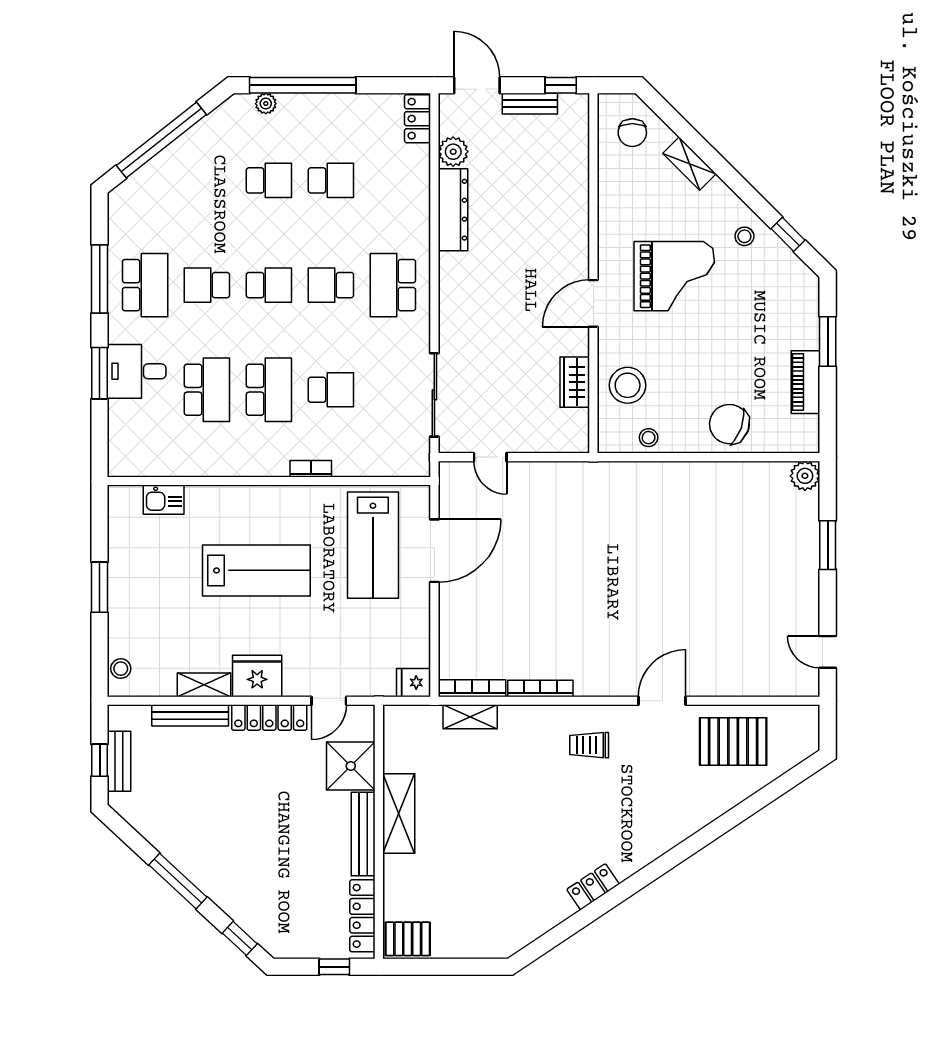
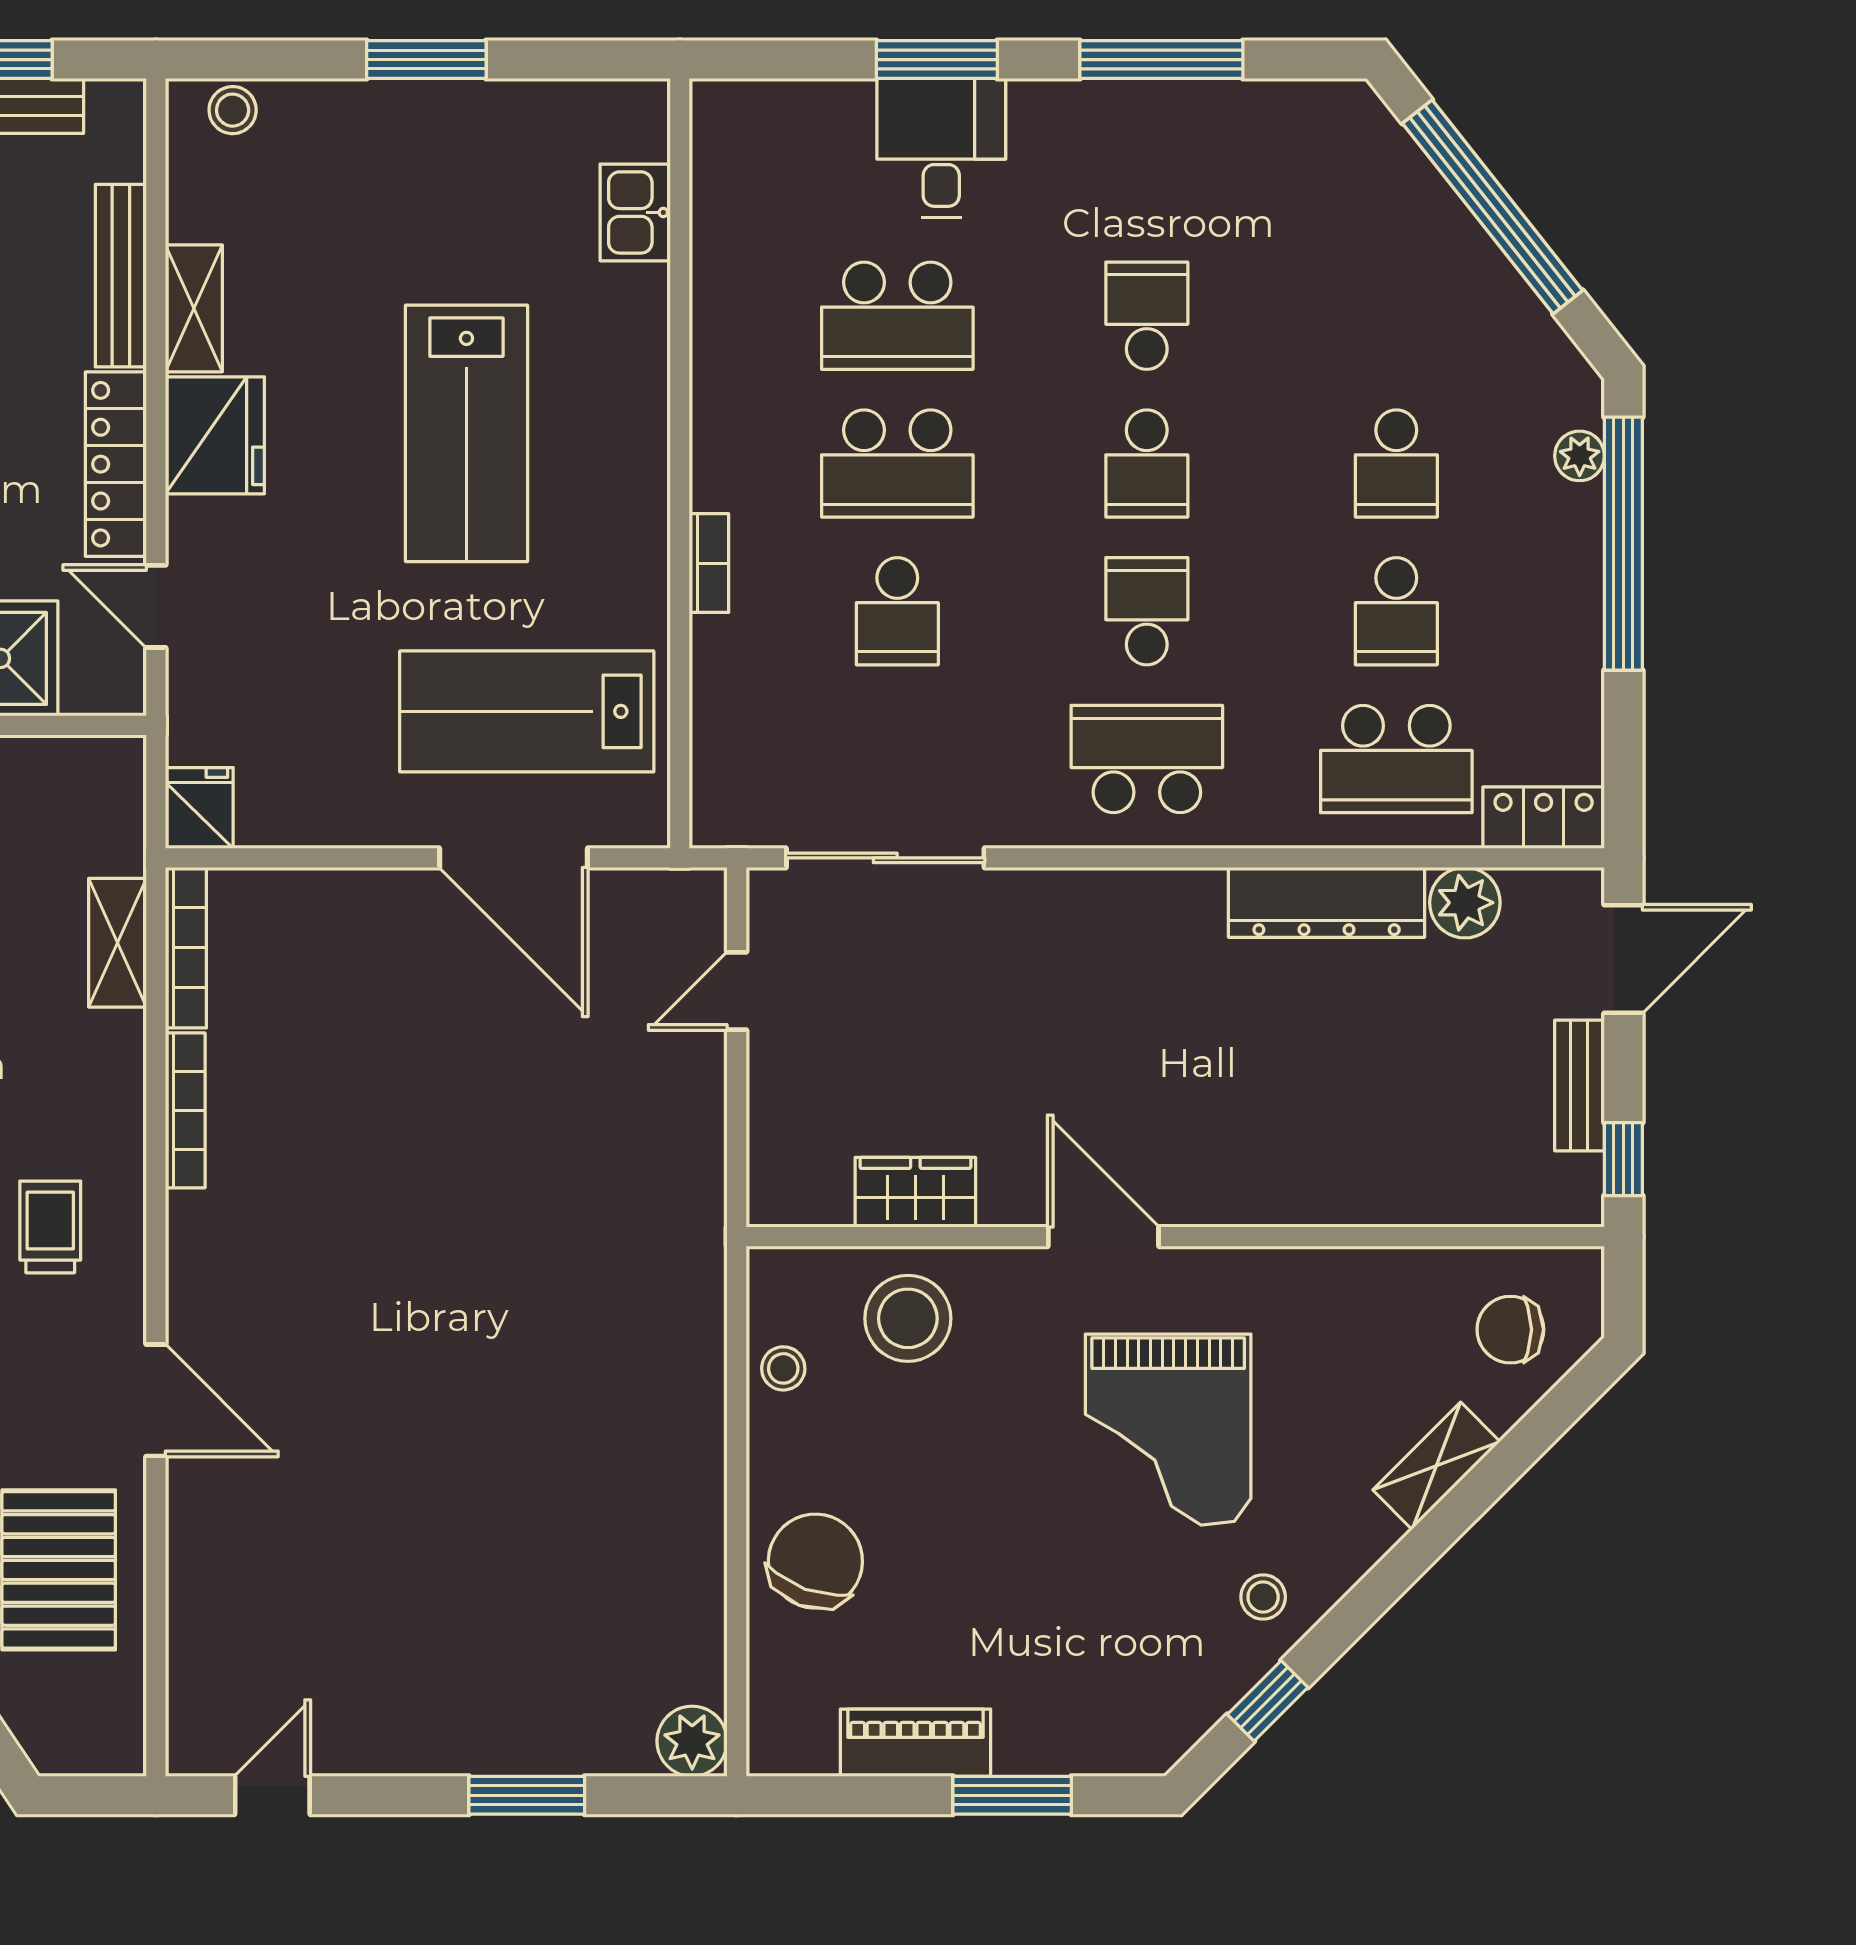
school desk: (145, 285) -> (1396, 759), moved

